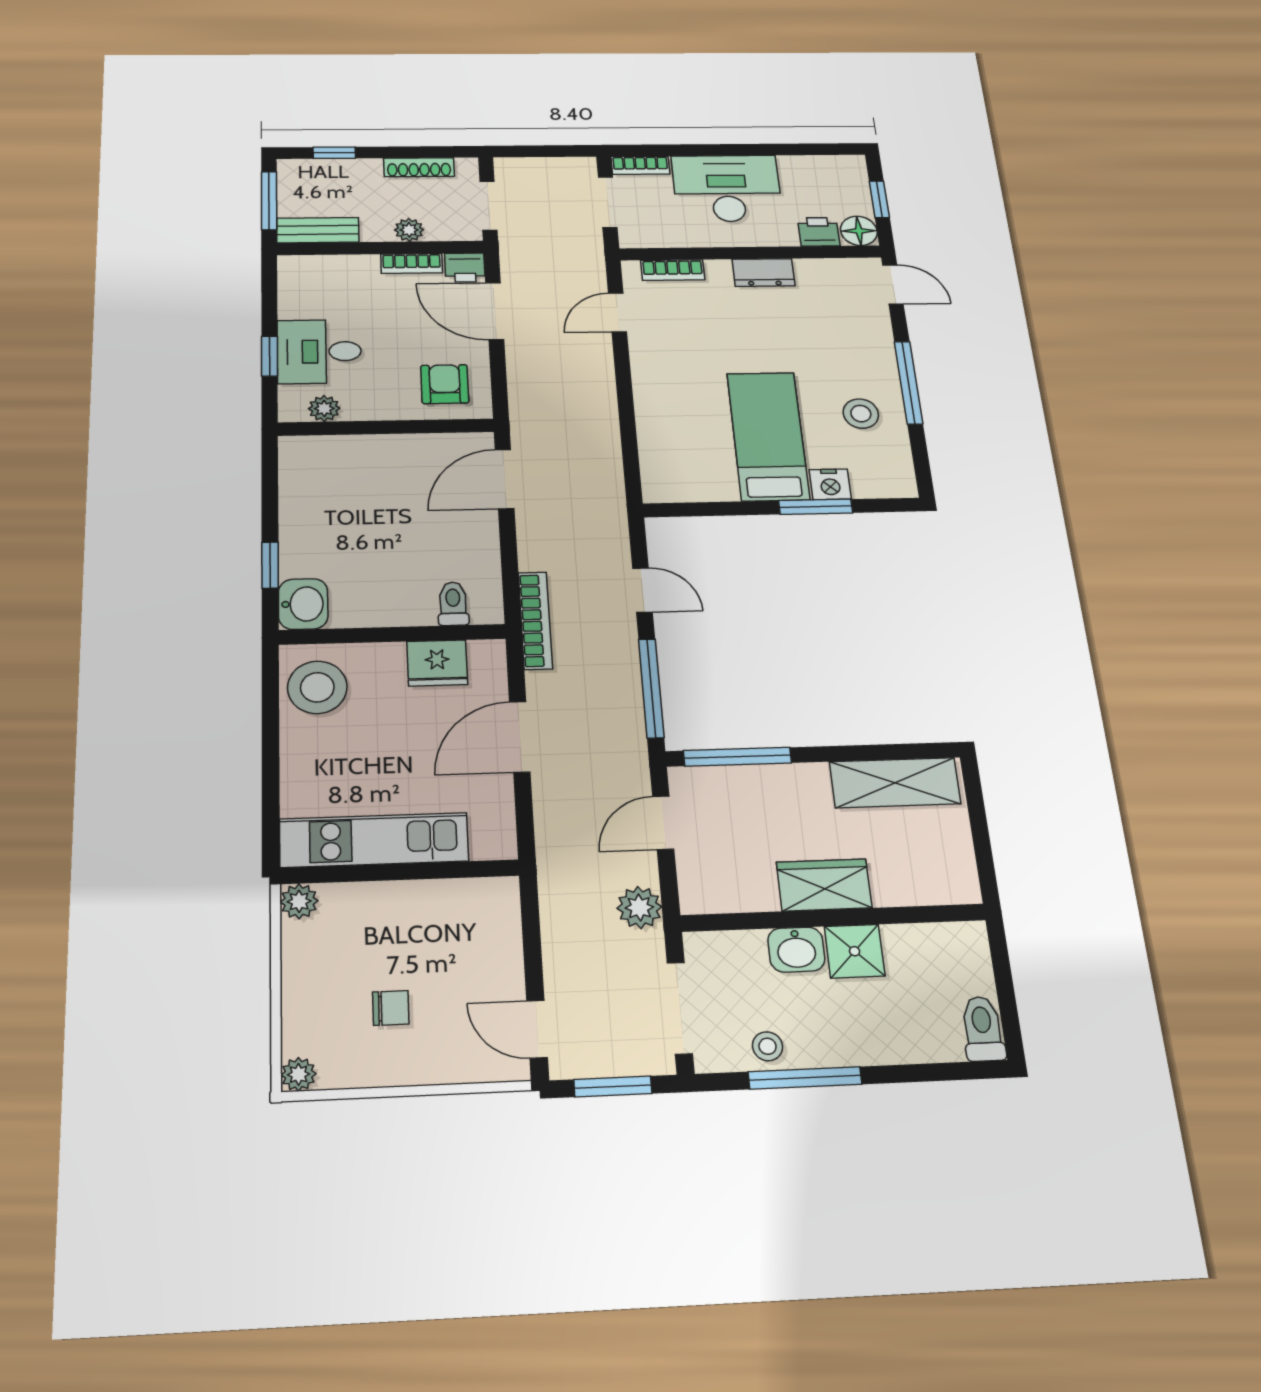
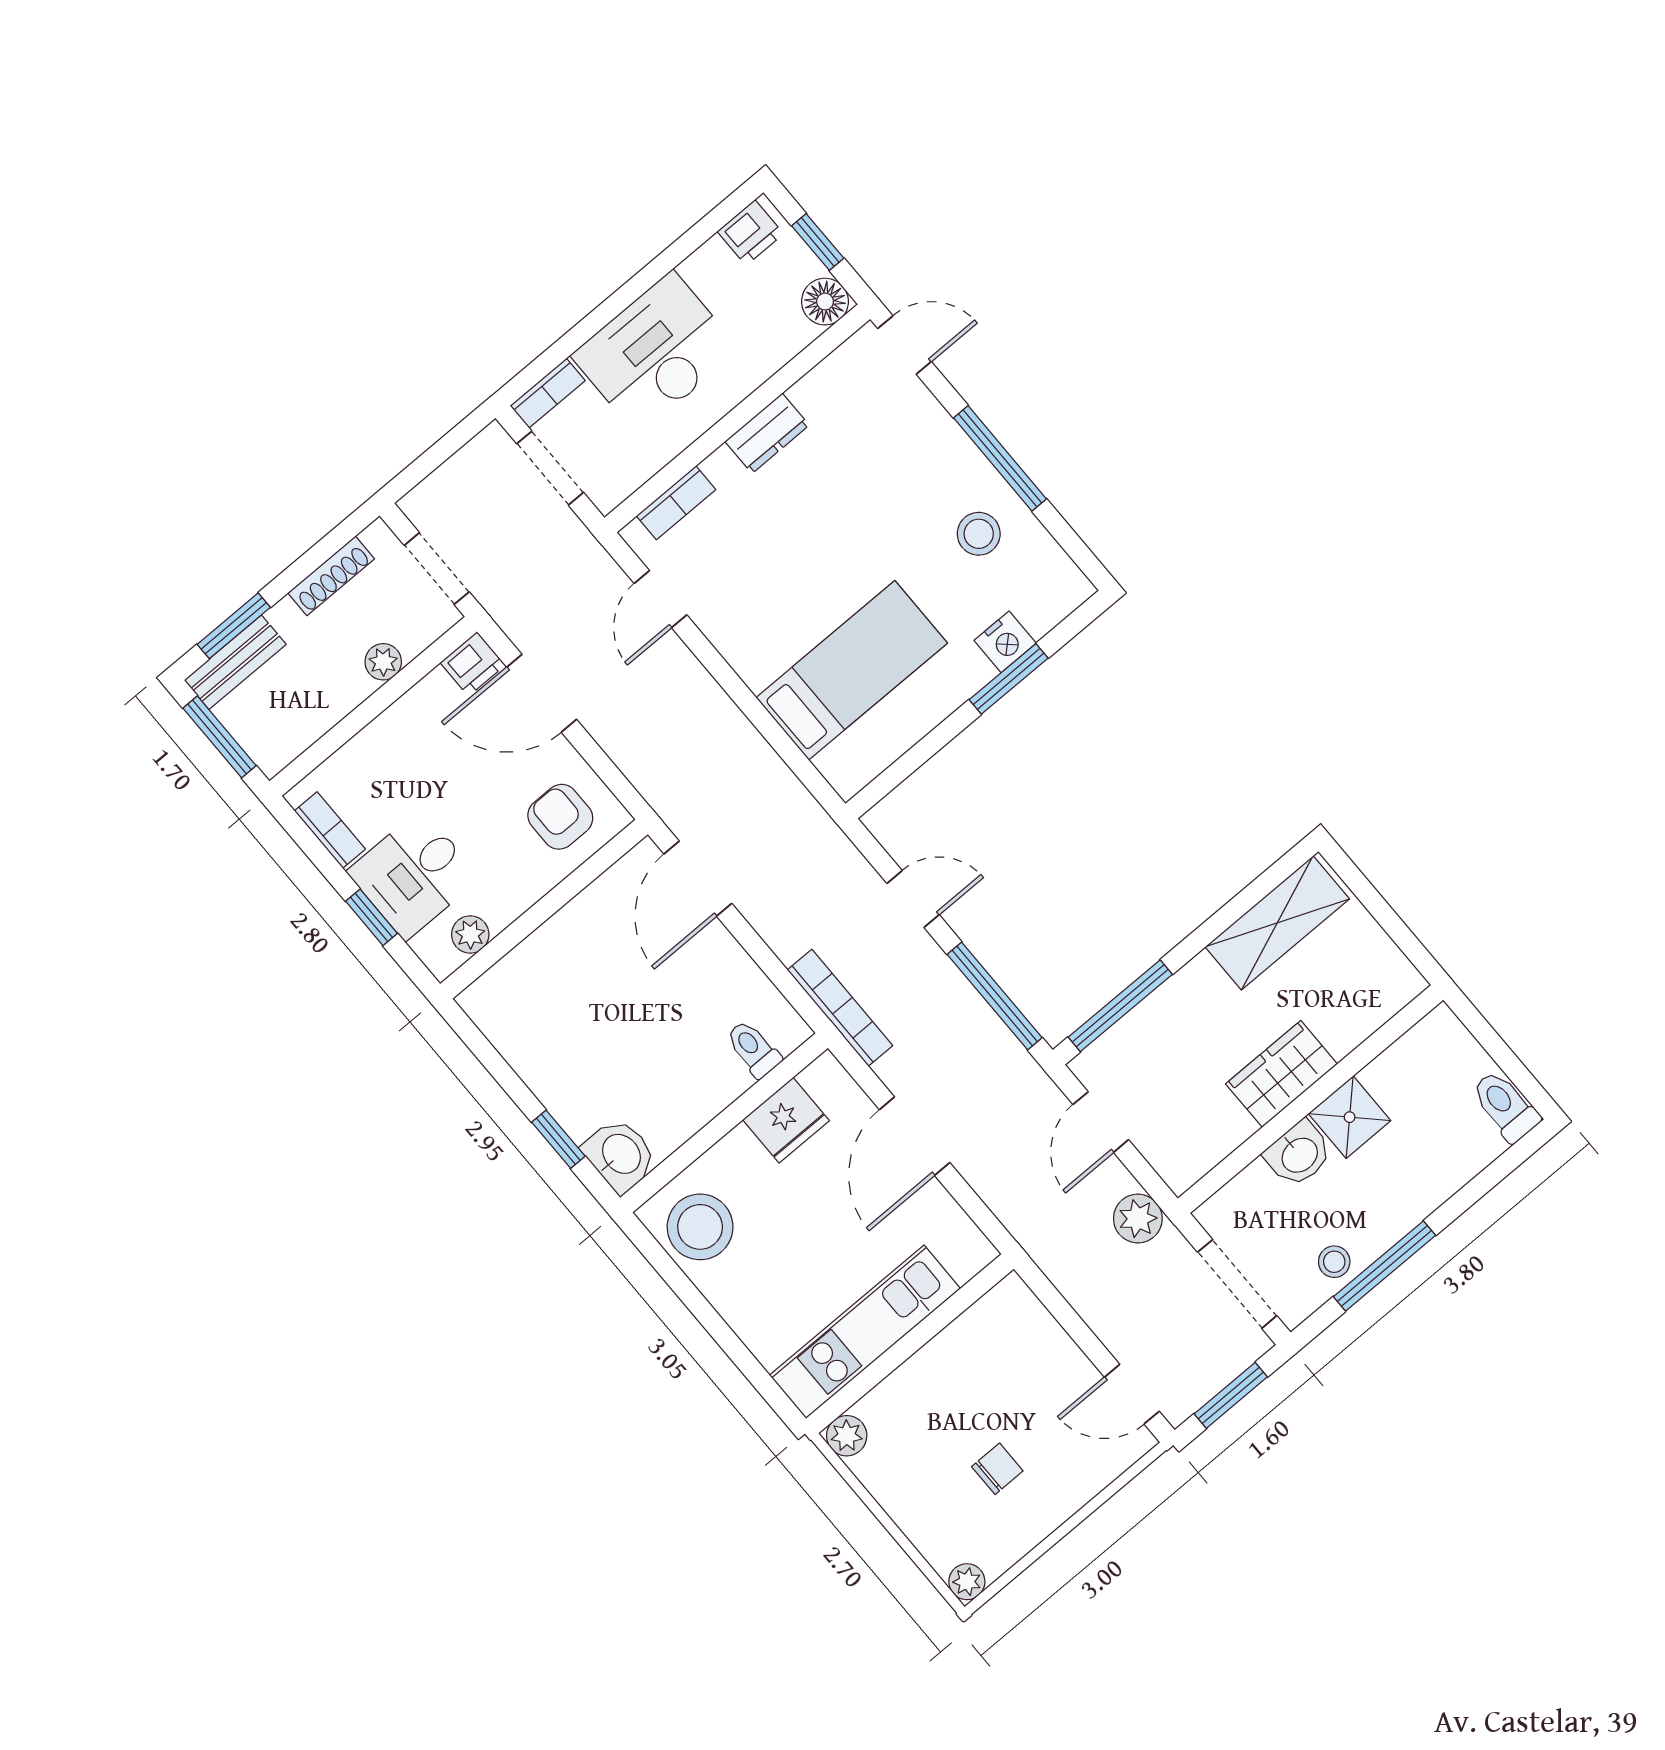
window: (334, 153) -> (234, 626), width x1.50
bench: (318, 230) -> (235, 662), moved
printer: (819, 232) -> (750, 233), moved, turned 180
bookcase: (412, 264) -> (330, 830), moved, turned -90
bed: (768, 436) -> (852, 670), moved, turned 90

